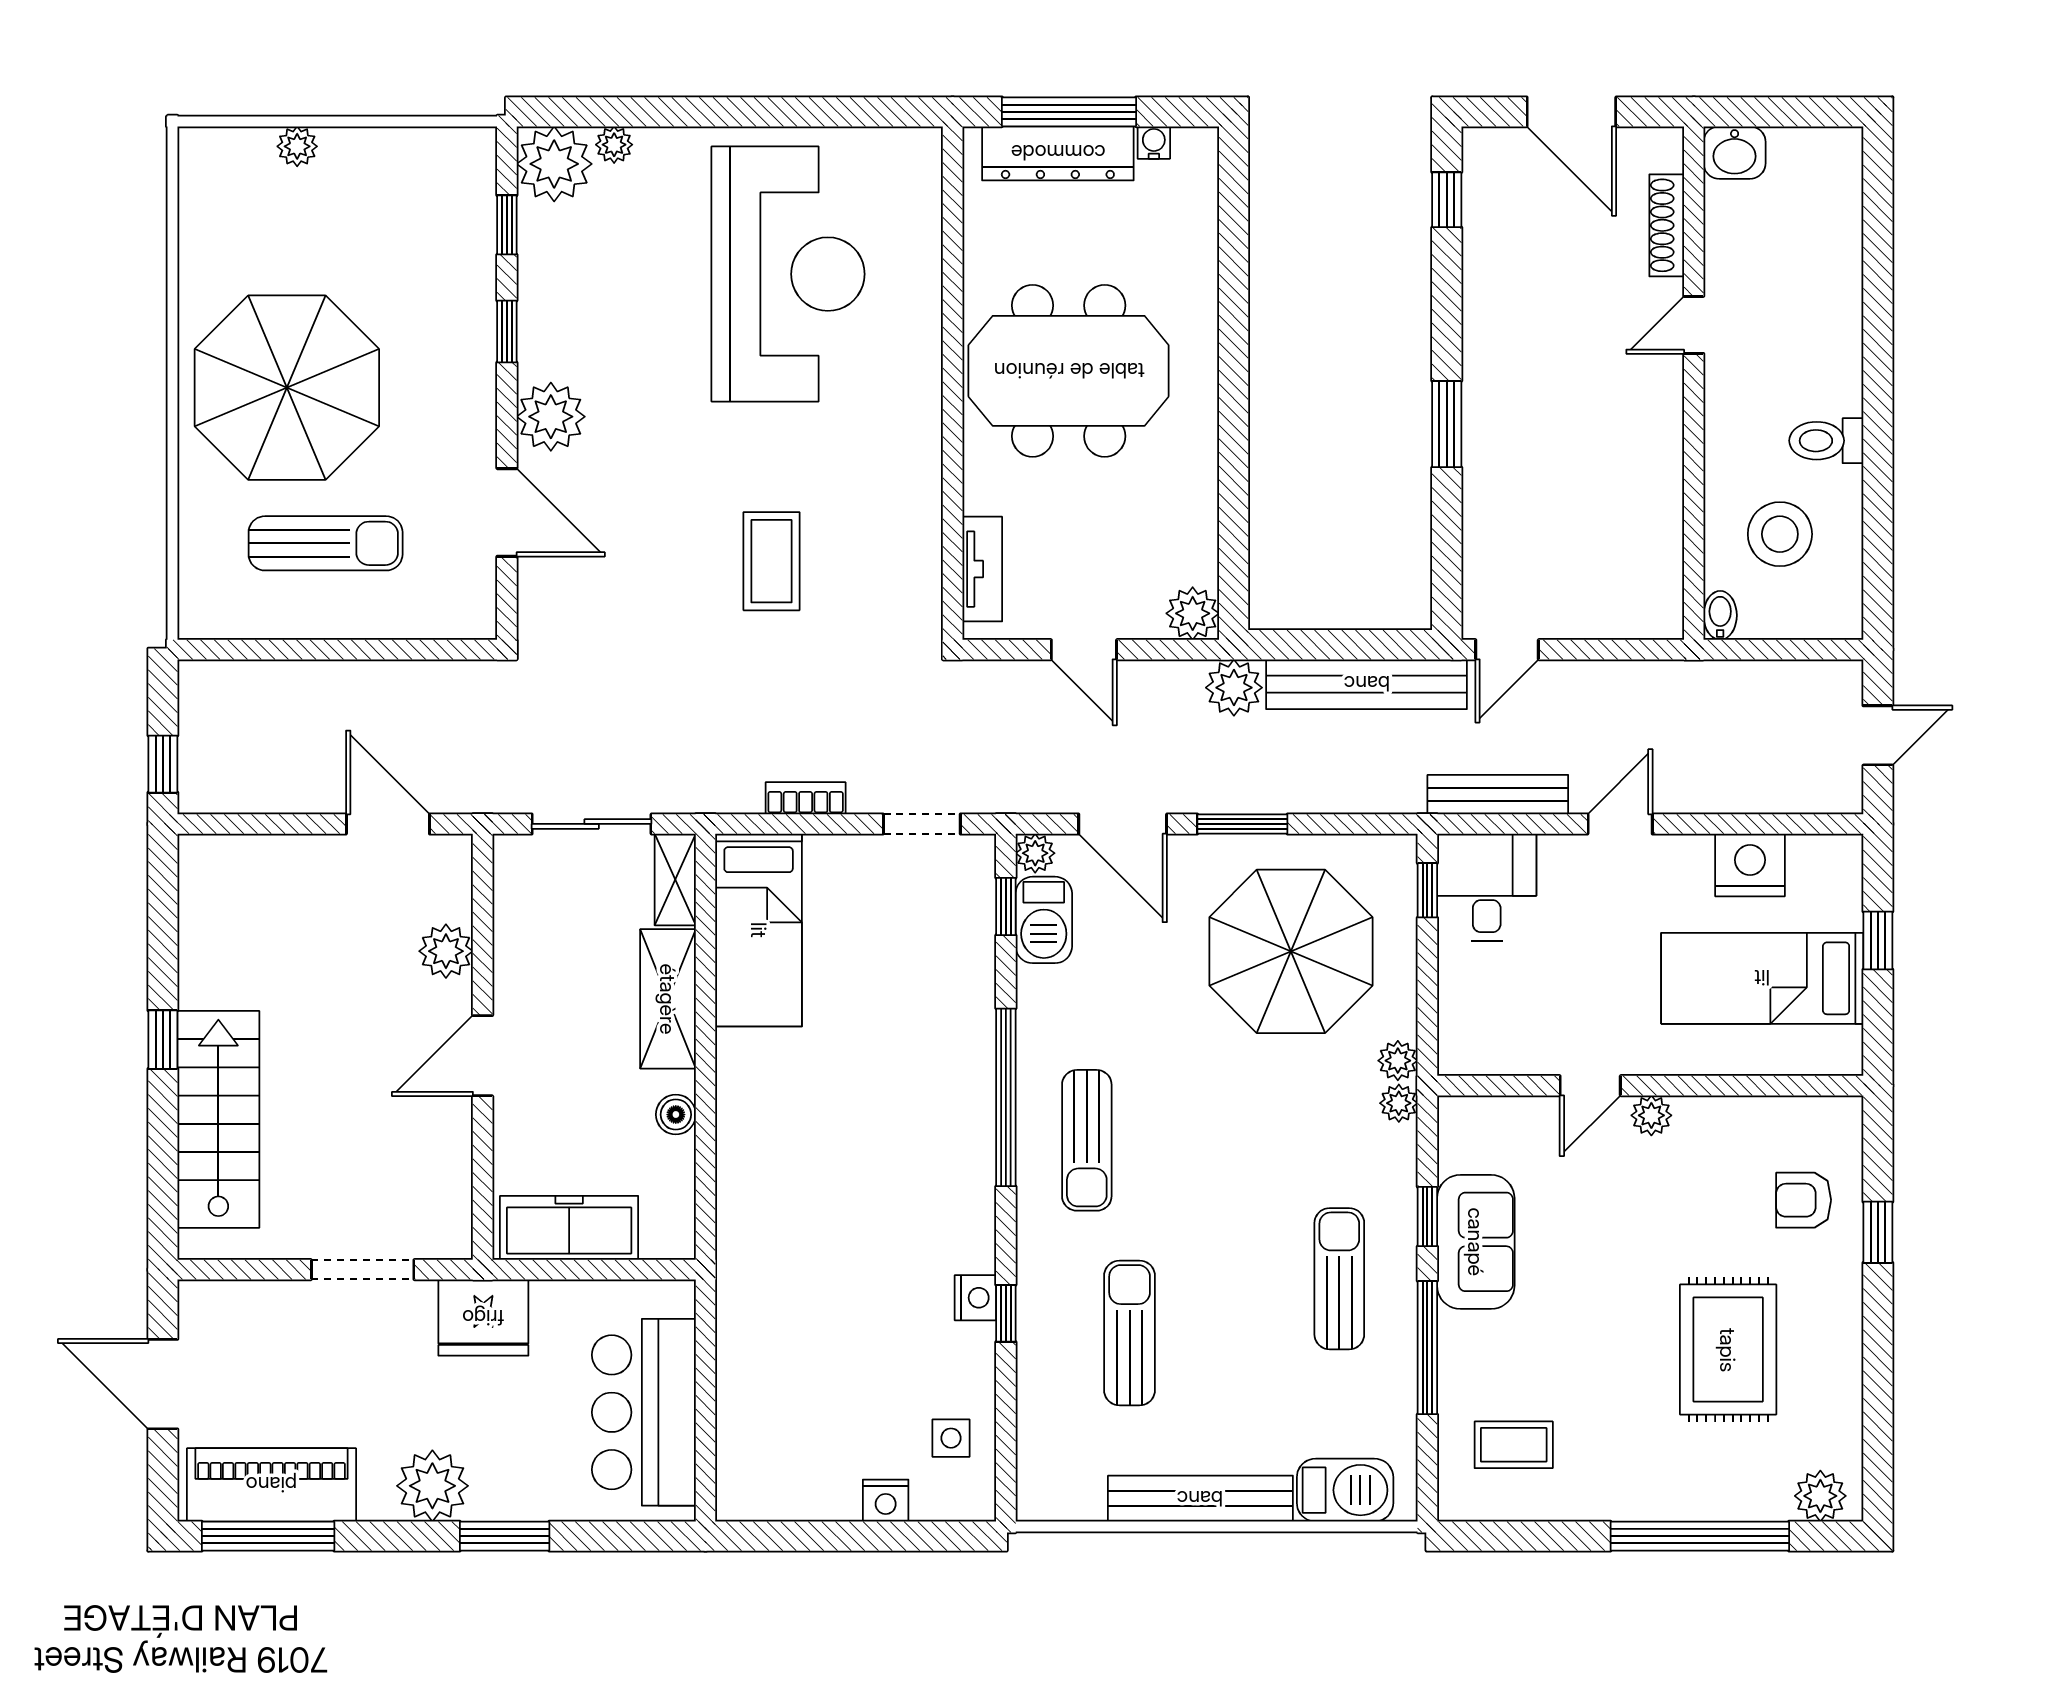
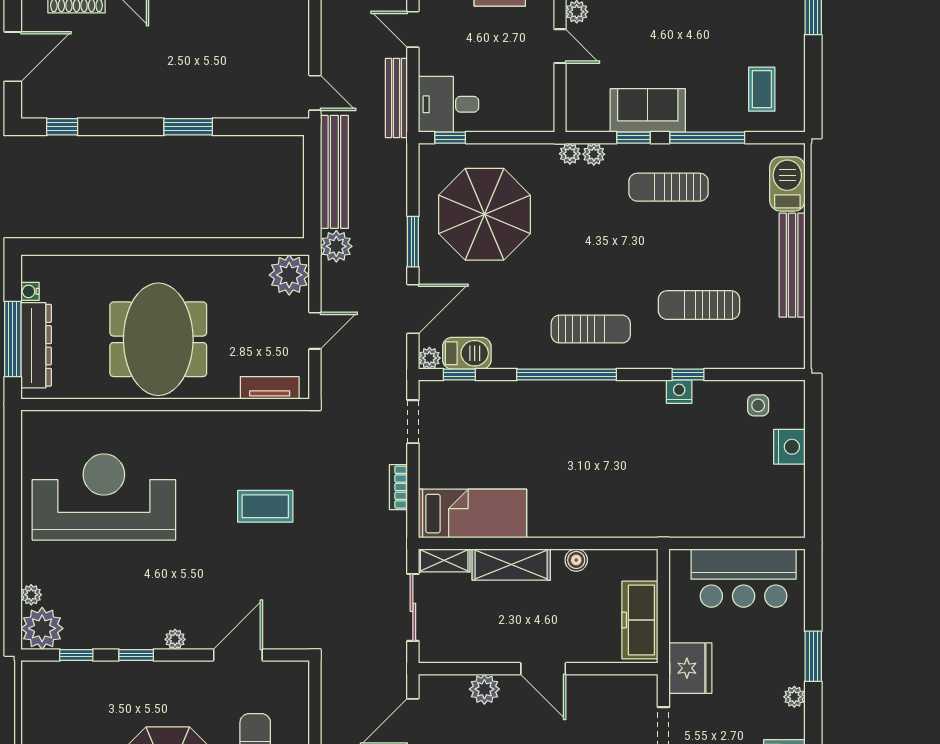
plant: (551, 417) -> (175, 639), width x0.53, depth x0.53
plant: (1193, 613) -> (289, 275), width x1.36, depth x1.36
plant: (1398, 1061) -> (594, 154), moved
plant: (432, 1486) -> (794, 697), width x0.53, depth x0.53
nightstand: (886, 1501) -> (789, 447), width x1.36, depth x1.33

